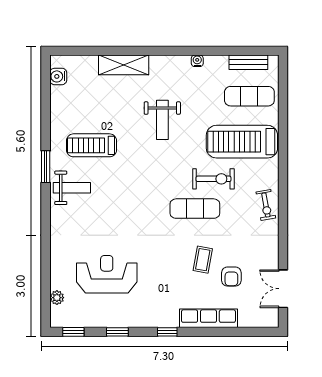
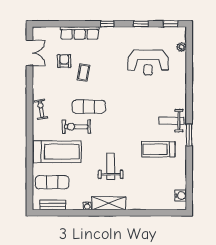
shelving: (124, 65) -> (109, 203), moved
treadmill: (91, 145) -> (158, 149), turned 180

